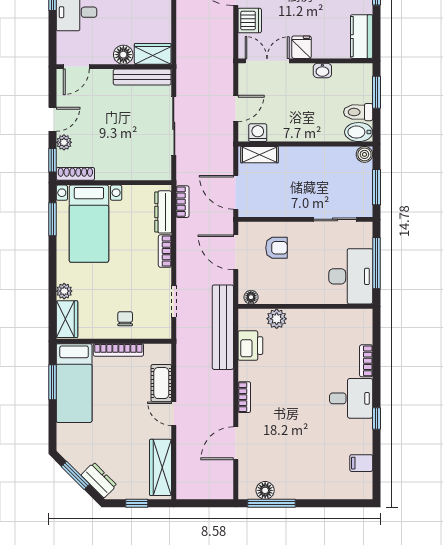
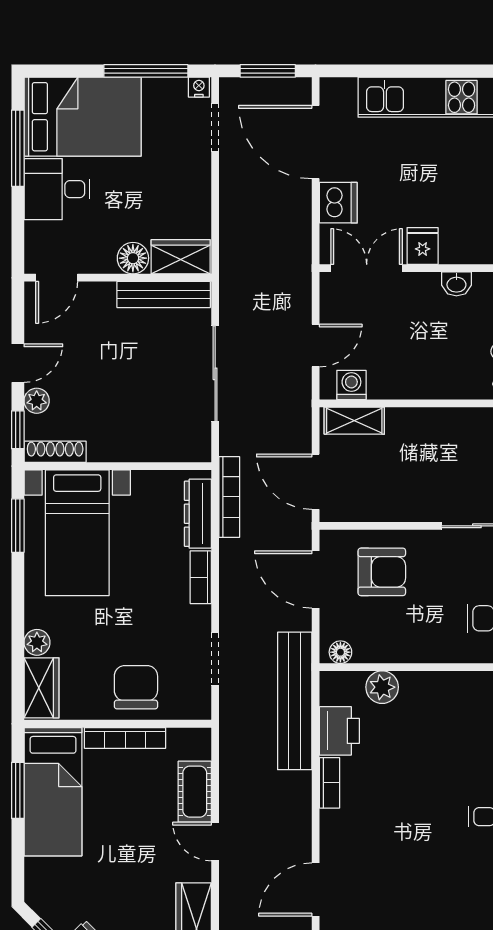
bookcase: (183, 202) -> (229, 497), width x1.56
armchair: (276, 248) -> (382, 572), width x1.38, depth x1.38
chair: (125, 319) -> (136, 687), width x1.87, depth x1.87
bookcase: (244, 397) -> (329, 783), moved

